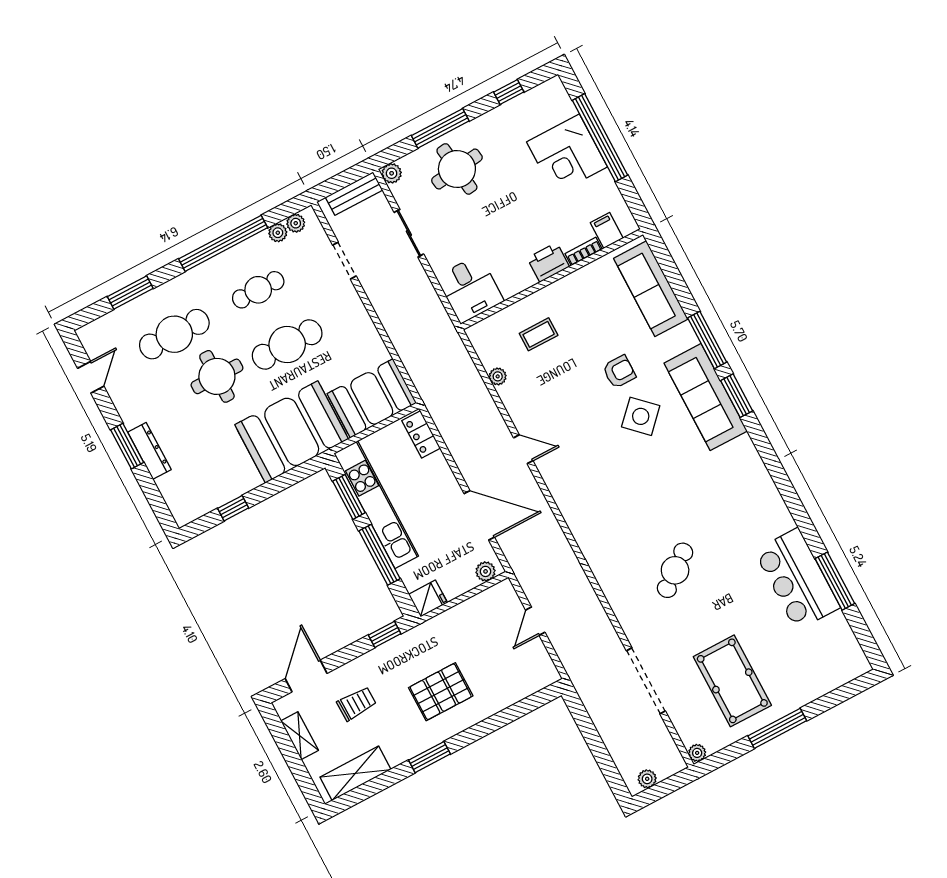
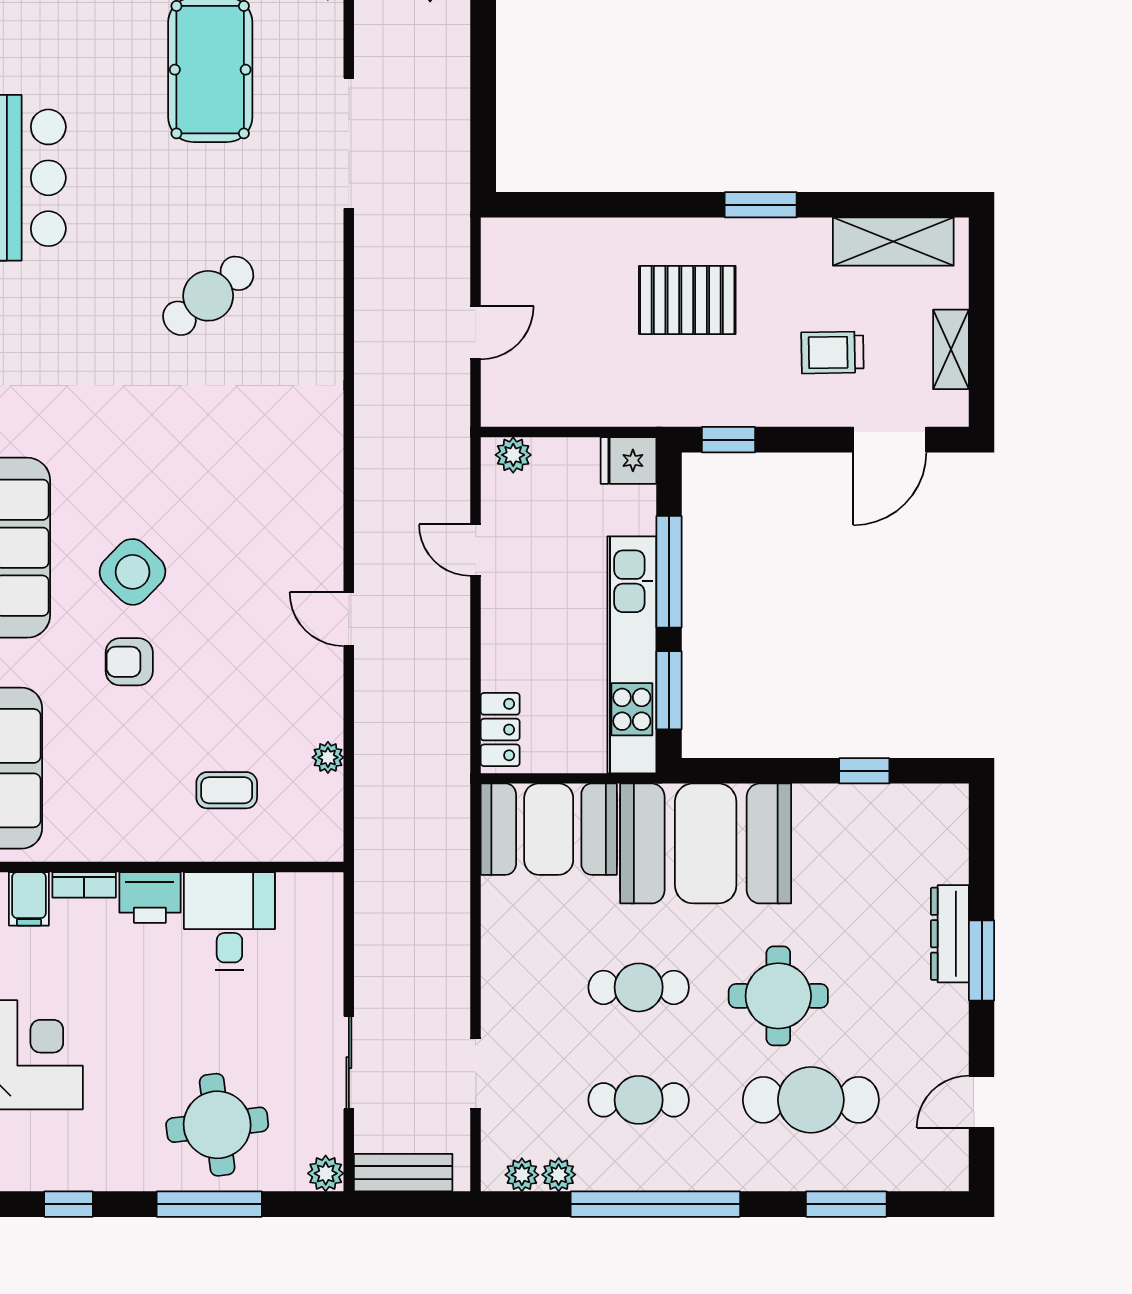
desk: (470, 289) -> (229, 921), moved
cafe table: (287, 344) -> (639, 987), width x0.73, depth x0.74
door: (479, 515) -> (476, 550), width x0.53

